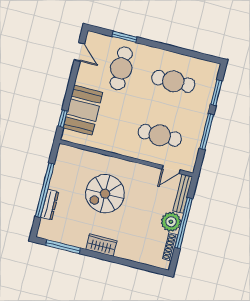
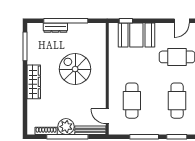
wardrobe: (101, 245) -> (34, 82), width x1.50

